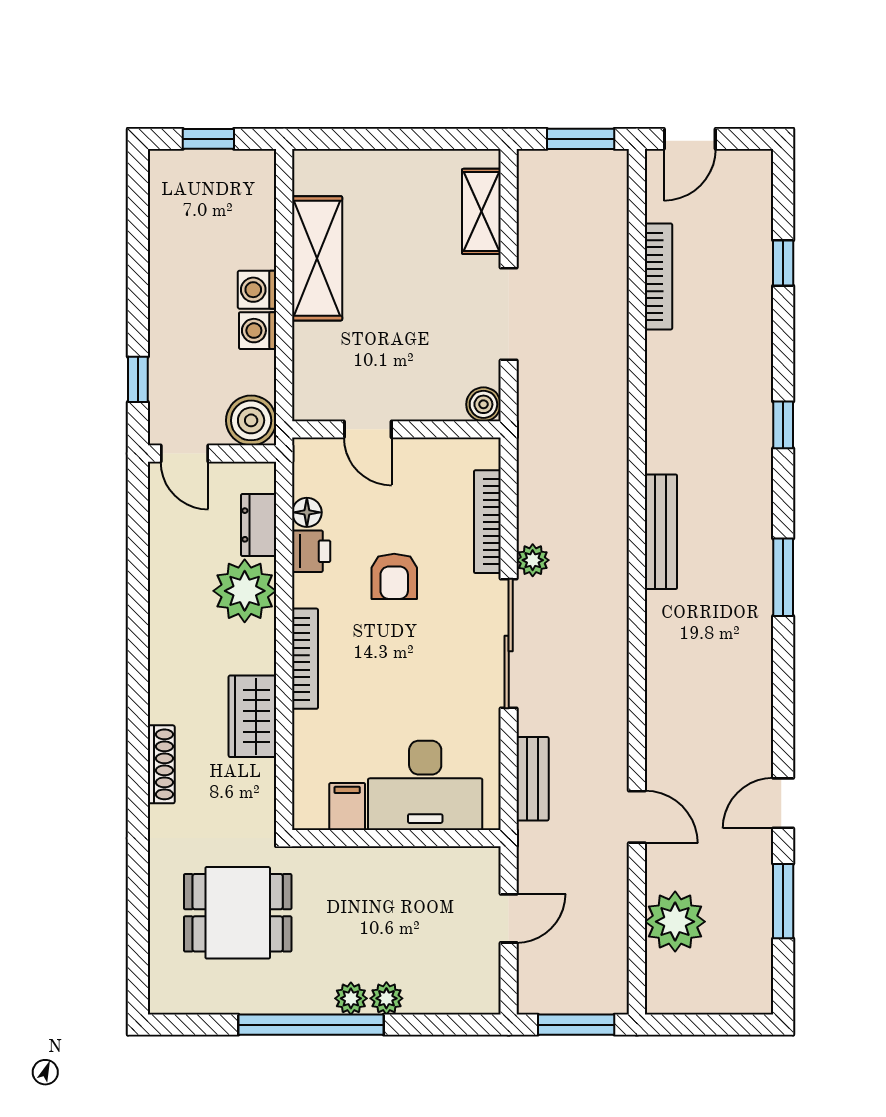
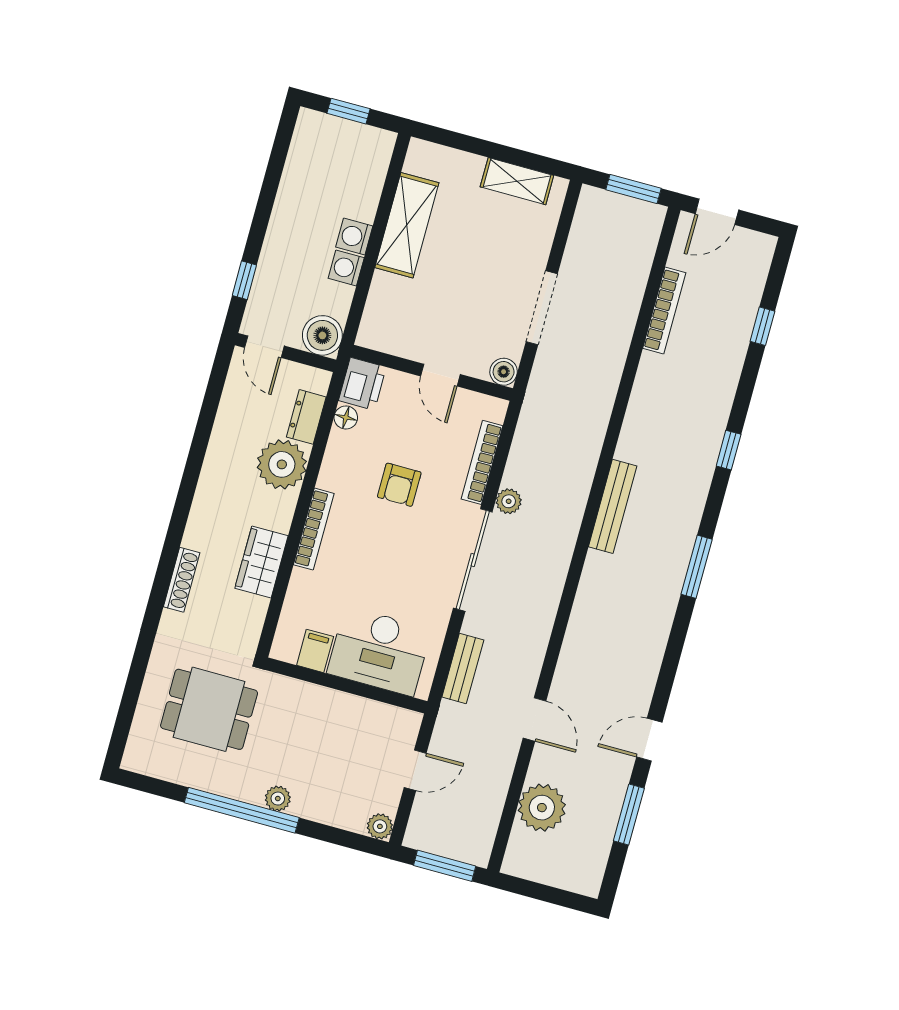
shelving: (481, 211) -> (517, 181), moved, turned 90
door: (368, 429) -> (440, 375), moved
printer: (311, 551) -> (362, 384), moved, width x1.36, depth x1.24
plant: (386, 998) -> (380, 826), moved

